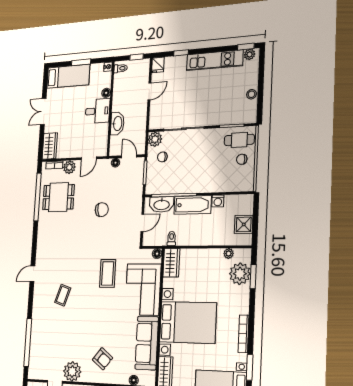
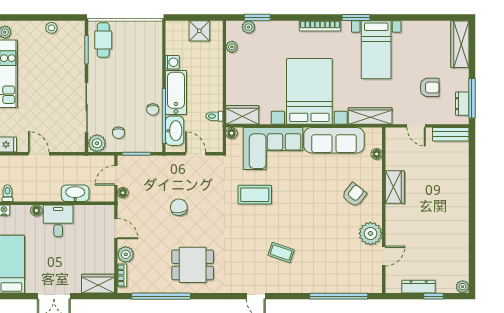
chair: (242, 159) -> (153, 109), moved
dining table: (58, 197) -> (193, 265), moved, turned 90
plant: (240, 274) -> (249, 27), width x0.53, depth x0.53

